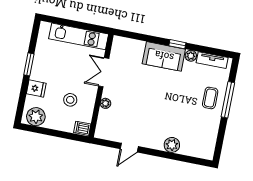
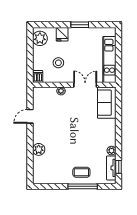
window: (177, 44) -> (119, 167), moved
sofa: (164, 56) -> (107, 103), moved
door: (129, 148) -> (30, 116), hinge flipped

